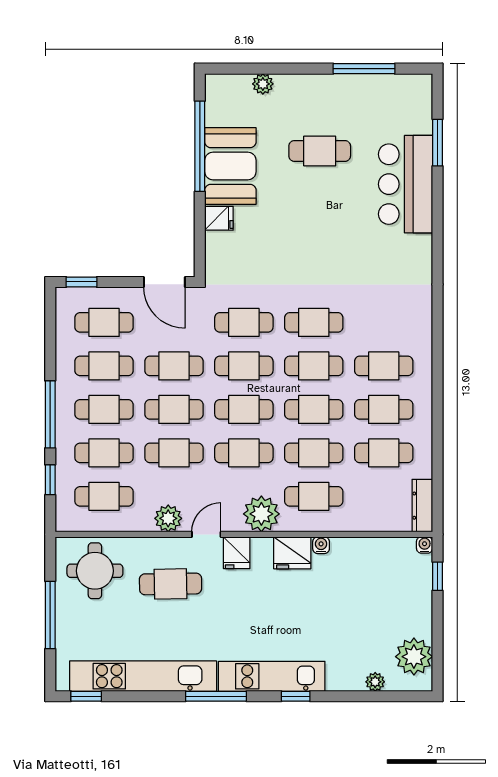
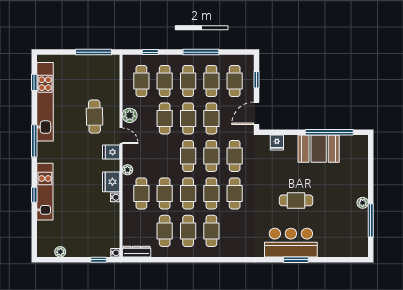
plant: (263, 84) -> (363, 203), moved
window: (438, 143) -> (296, 260), moved
cafe table: (320, 151) -> (296, 200), moved, turned 90
bar counter: (406, 184) -> (291, 243), moved
fridge: (219, 218) -> (277, 143), moved
window: (81, 282) -> (256, 80), moved
window: (50, 414) -> (201, 52), moved
cafe table: (244, 453) -> (165, 156), removed
plant: (261, 514) -> (127, 170), width x0.53, depth x0.53
round table: (95, 571) -> (102, 76), removed
window: (50, 615) -> (94, 52), moved
plant: (414, 657) -> (60, 252), width x0.53, depth x0.53
kitchen unit: (272, 676) -> (45, 192), moved
plant: (375, 682) -> (42, 226), removed
window: (86, 696) -> (34, 82), moved
window: (296, 696) -> (34, 195), moved

